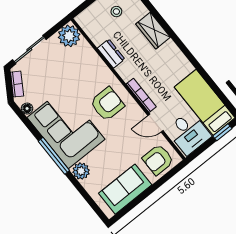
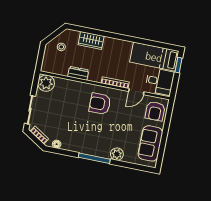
armchair: (107, 104) -> (100, 104), turned -90
corner sofa: (66, 128) -> (88, 137), removed

